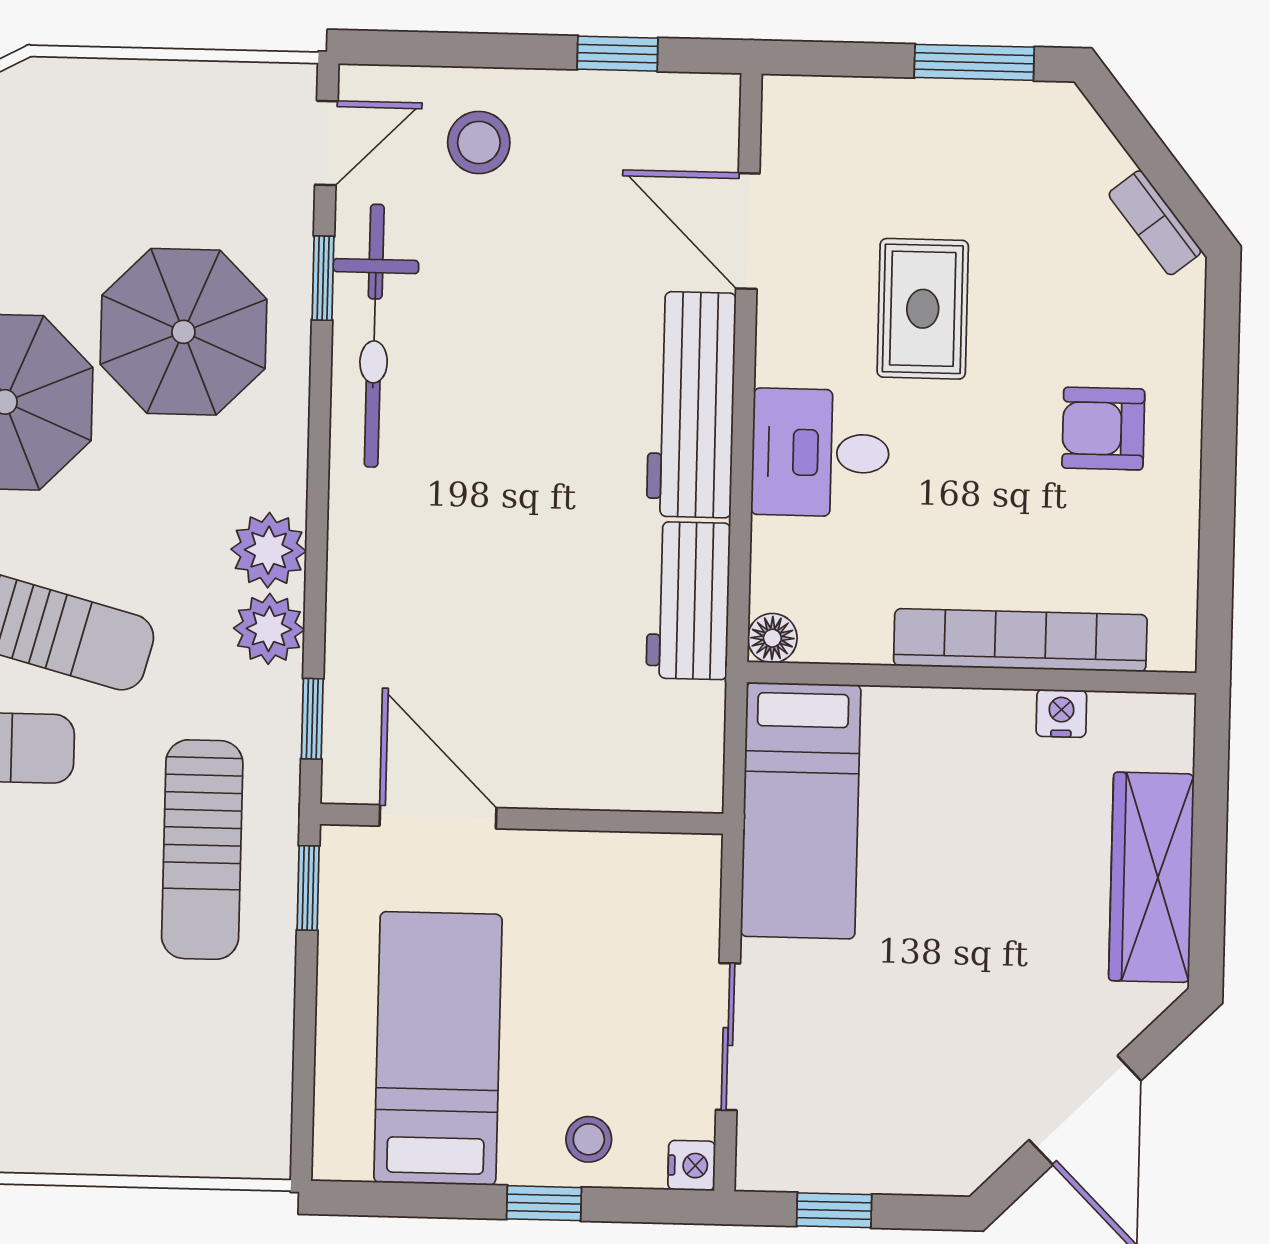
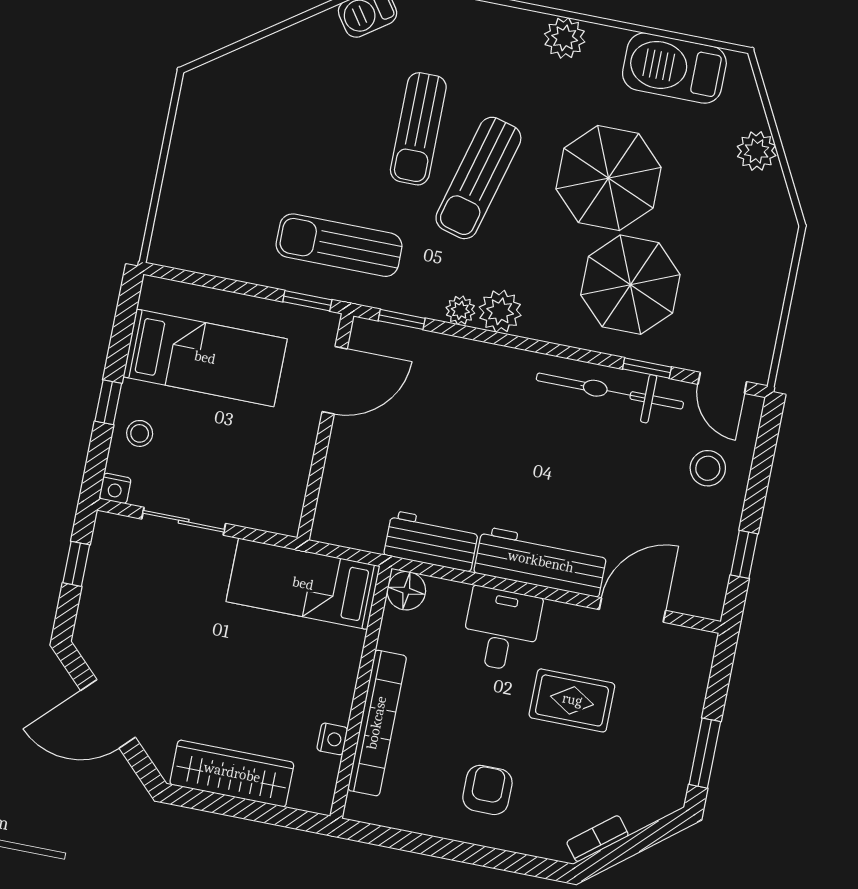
plant: (269, 629) -> (460, 310), width x0.73, depth x0.73
floor lamp: (772, 638) -> (406, 591), width x1.37, depth x1.37

